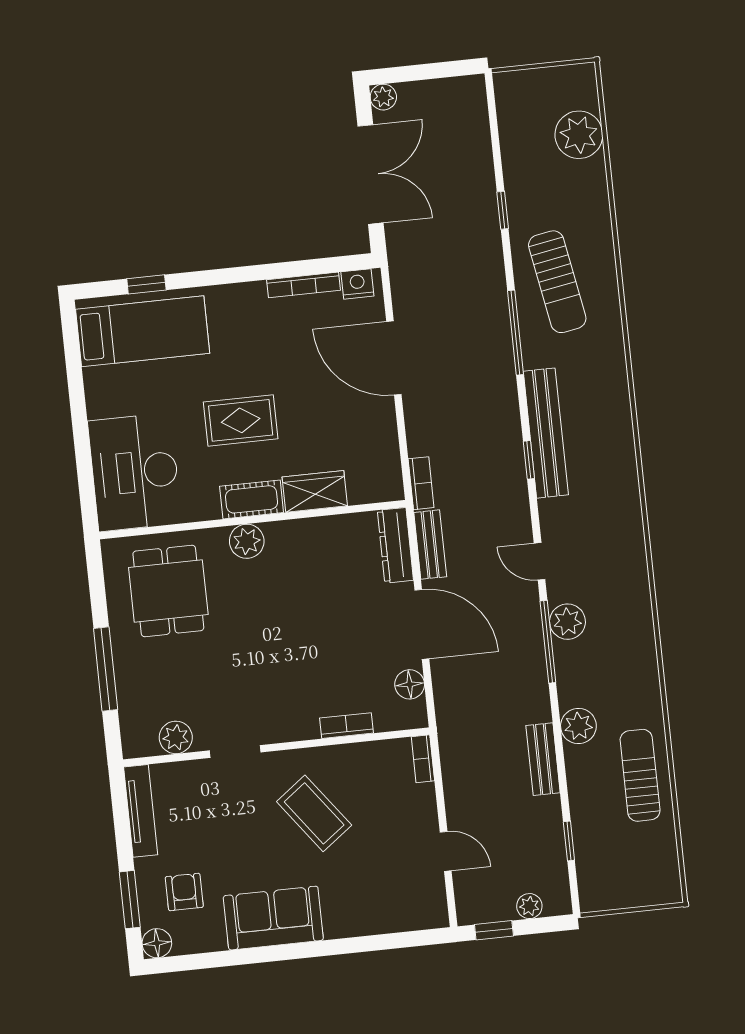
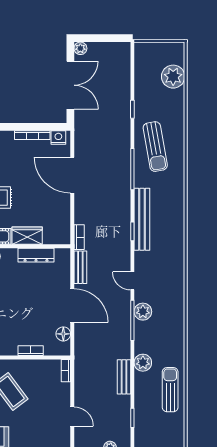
dresser: (395, 545) -> (36, 255), moved, turned -90

